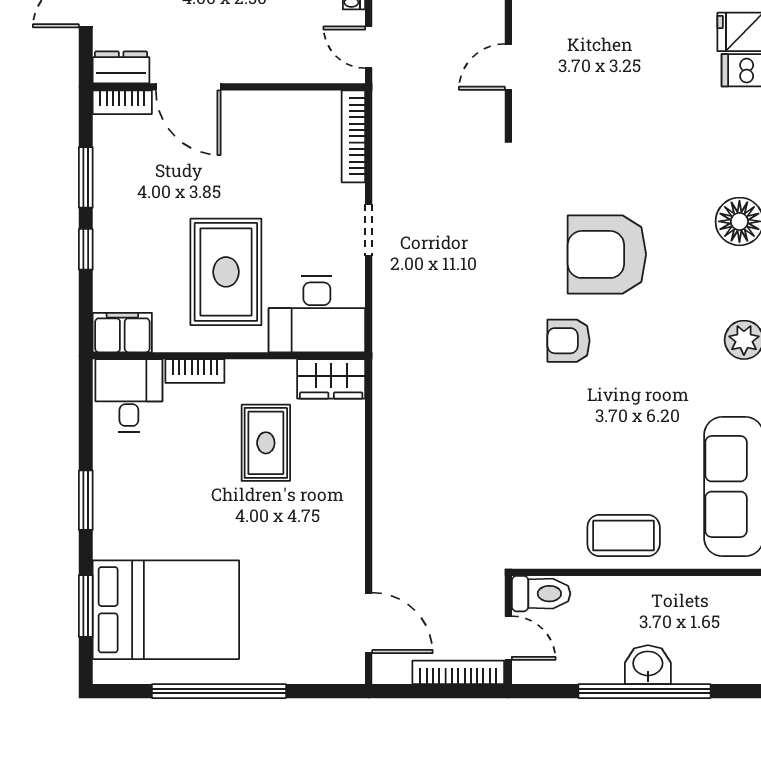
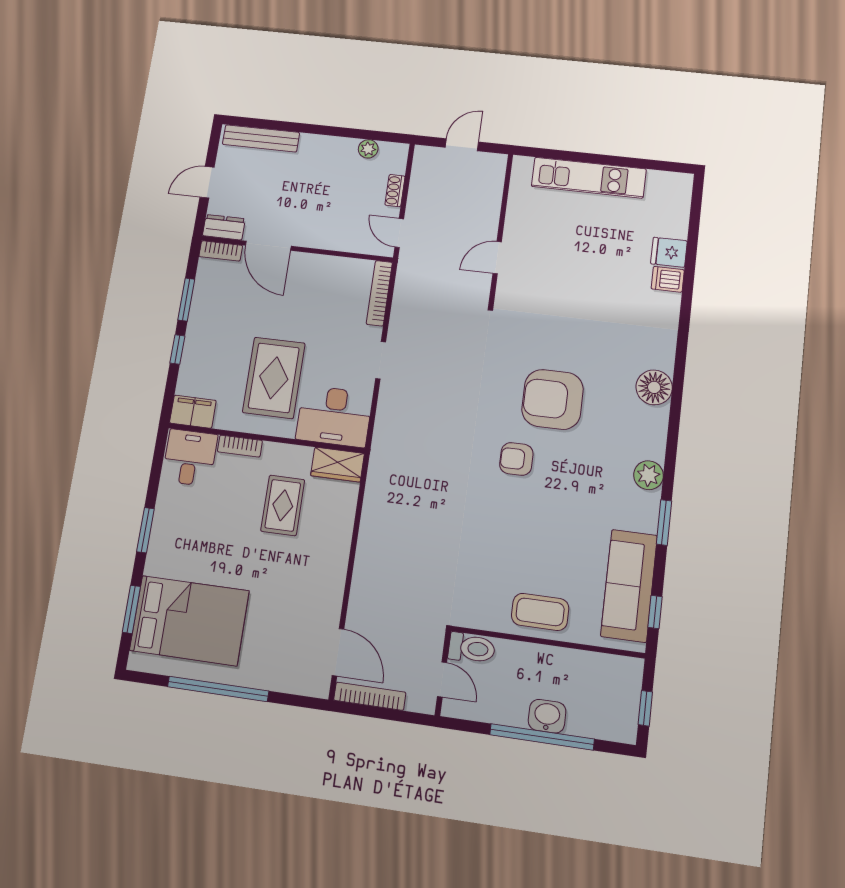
bookcase: (458, 672) -> (370, 696), moved

